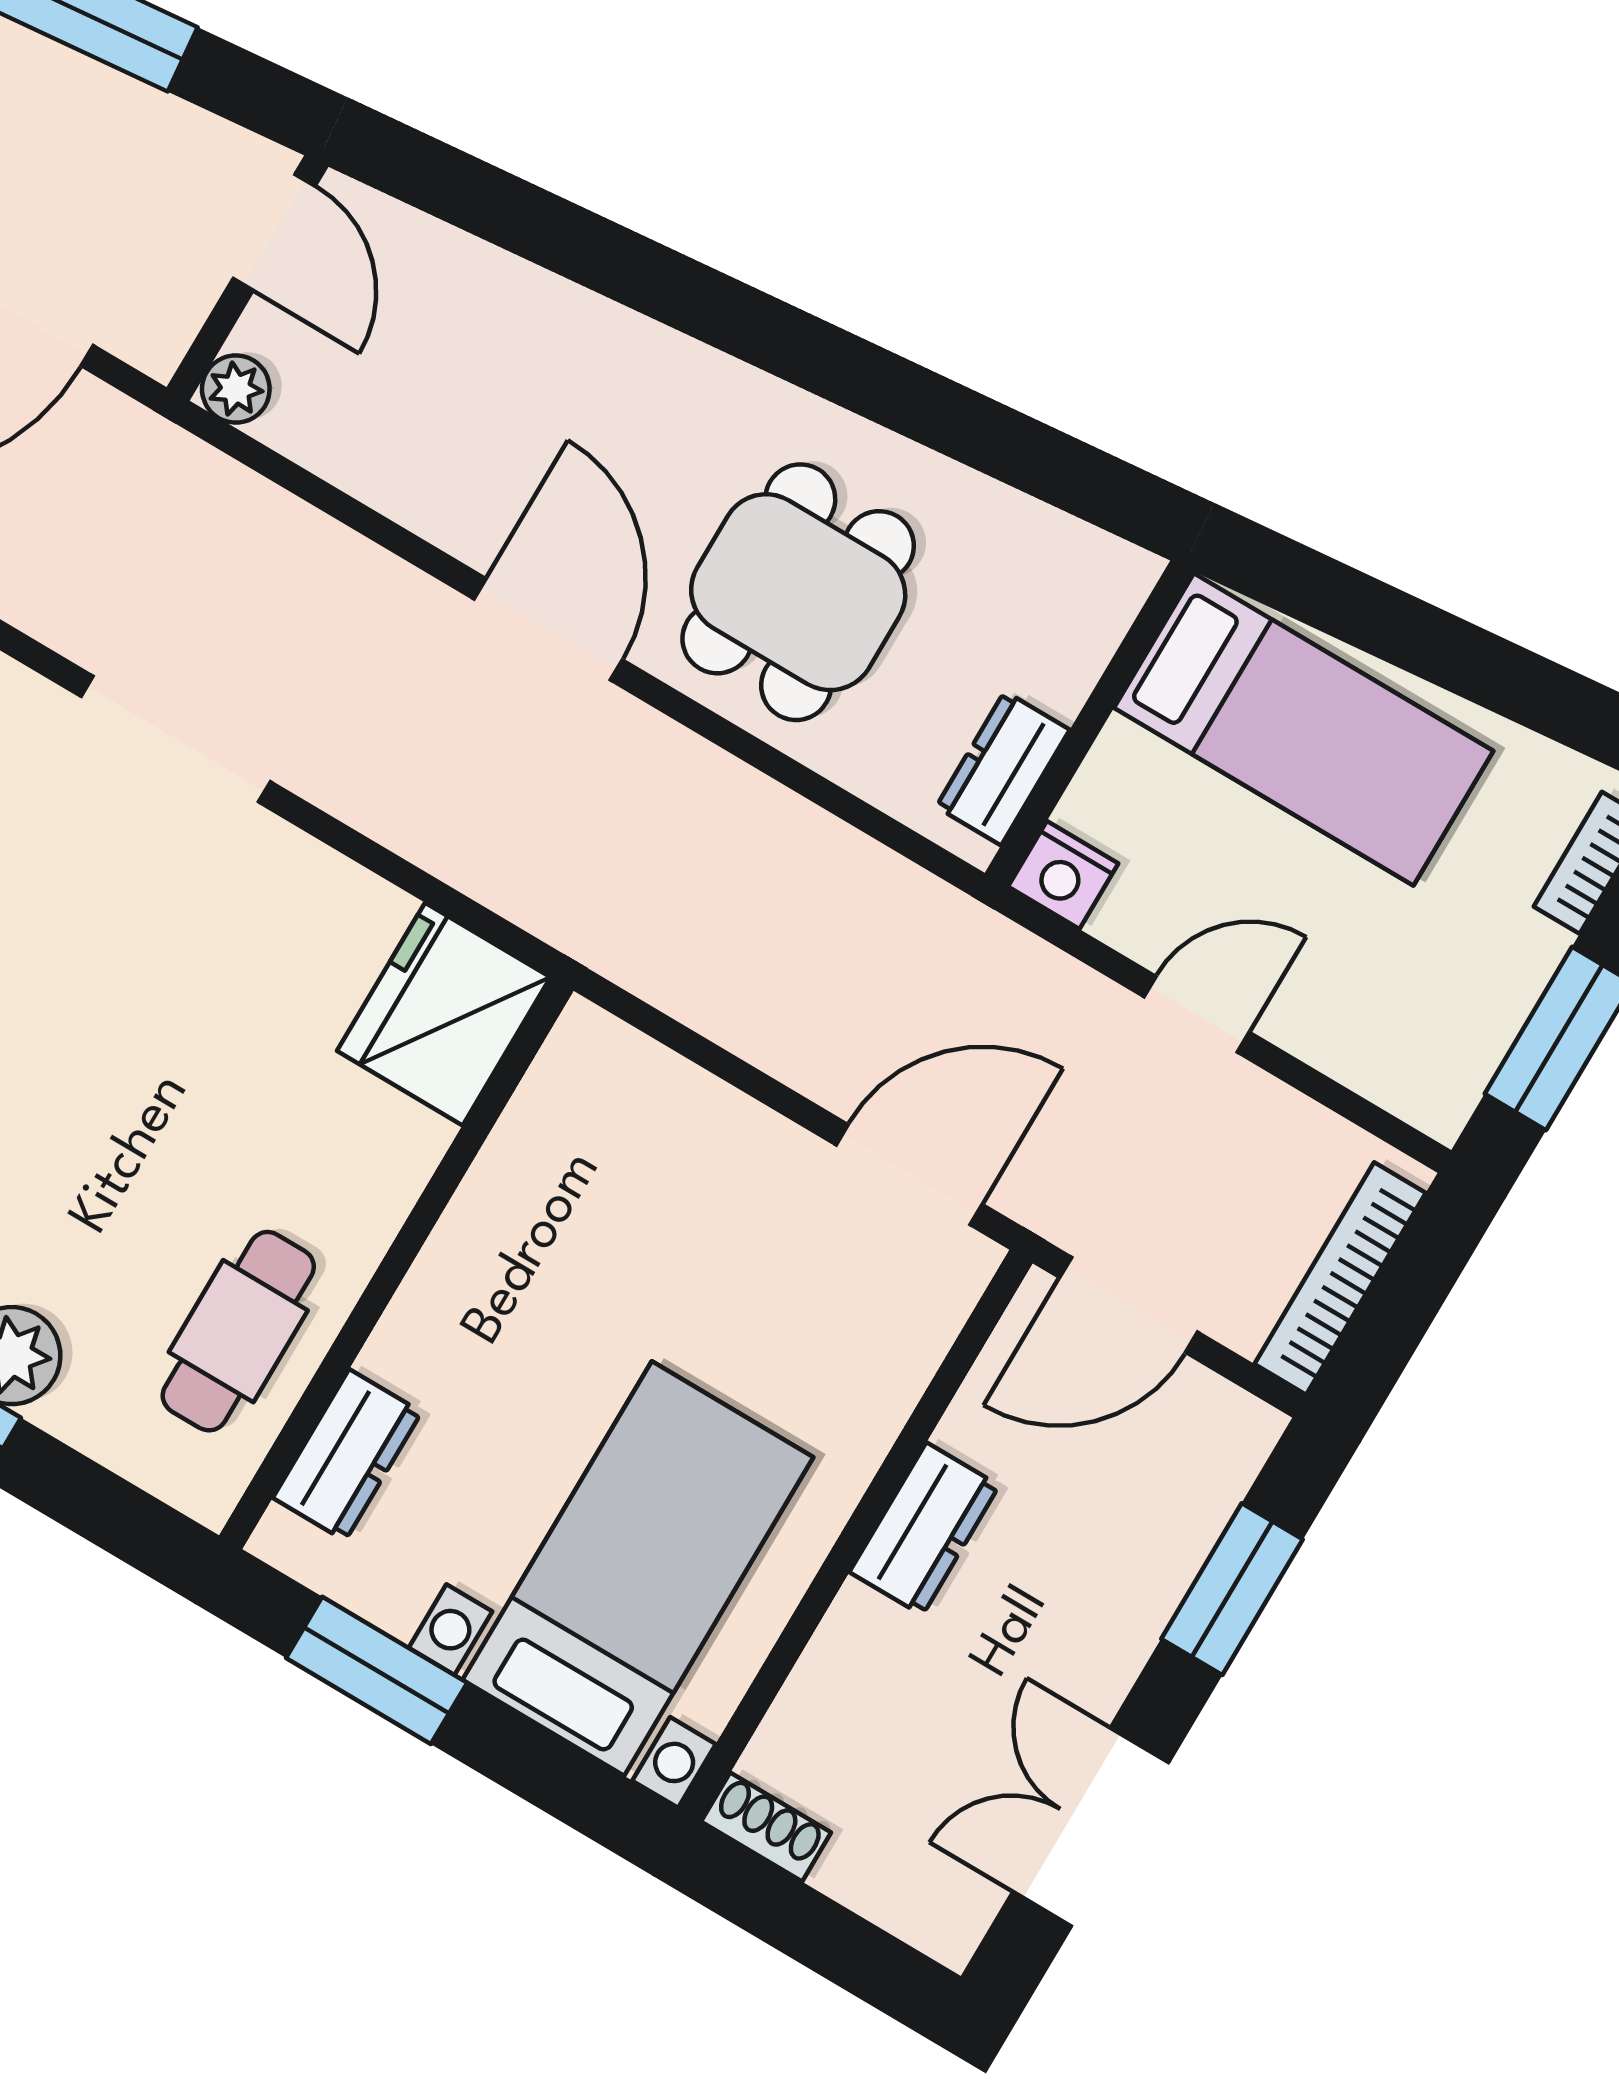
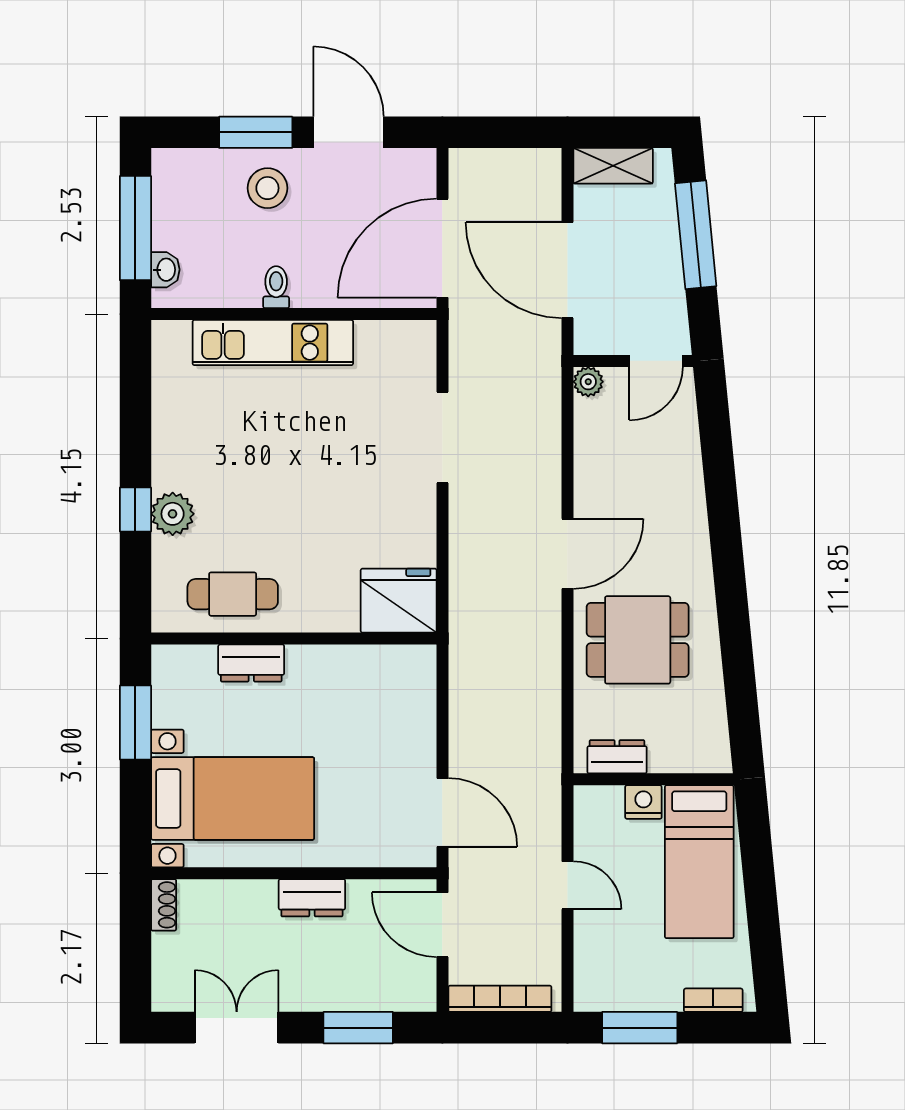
nightstand: (1063, 875) -> (643, 802), moved, turned 90
dresser: (347, 1455) -> (251, 663), moved

